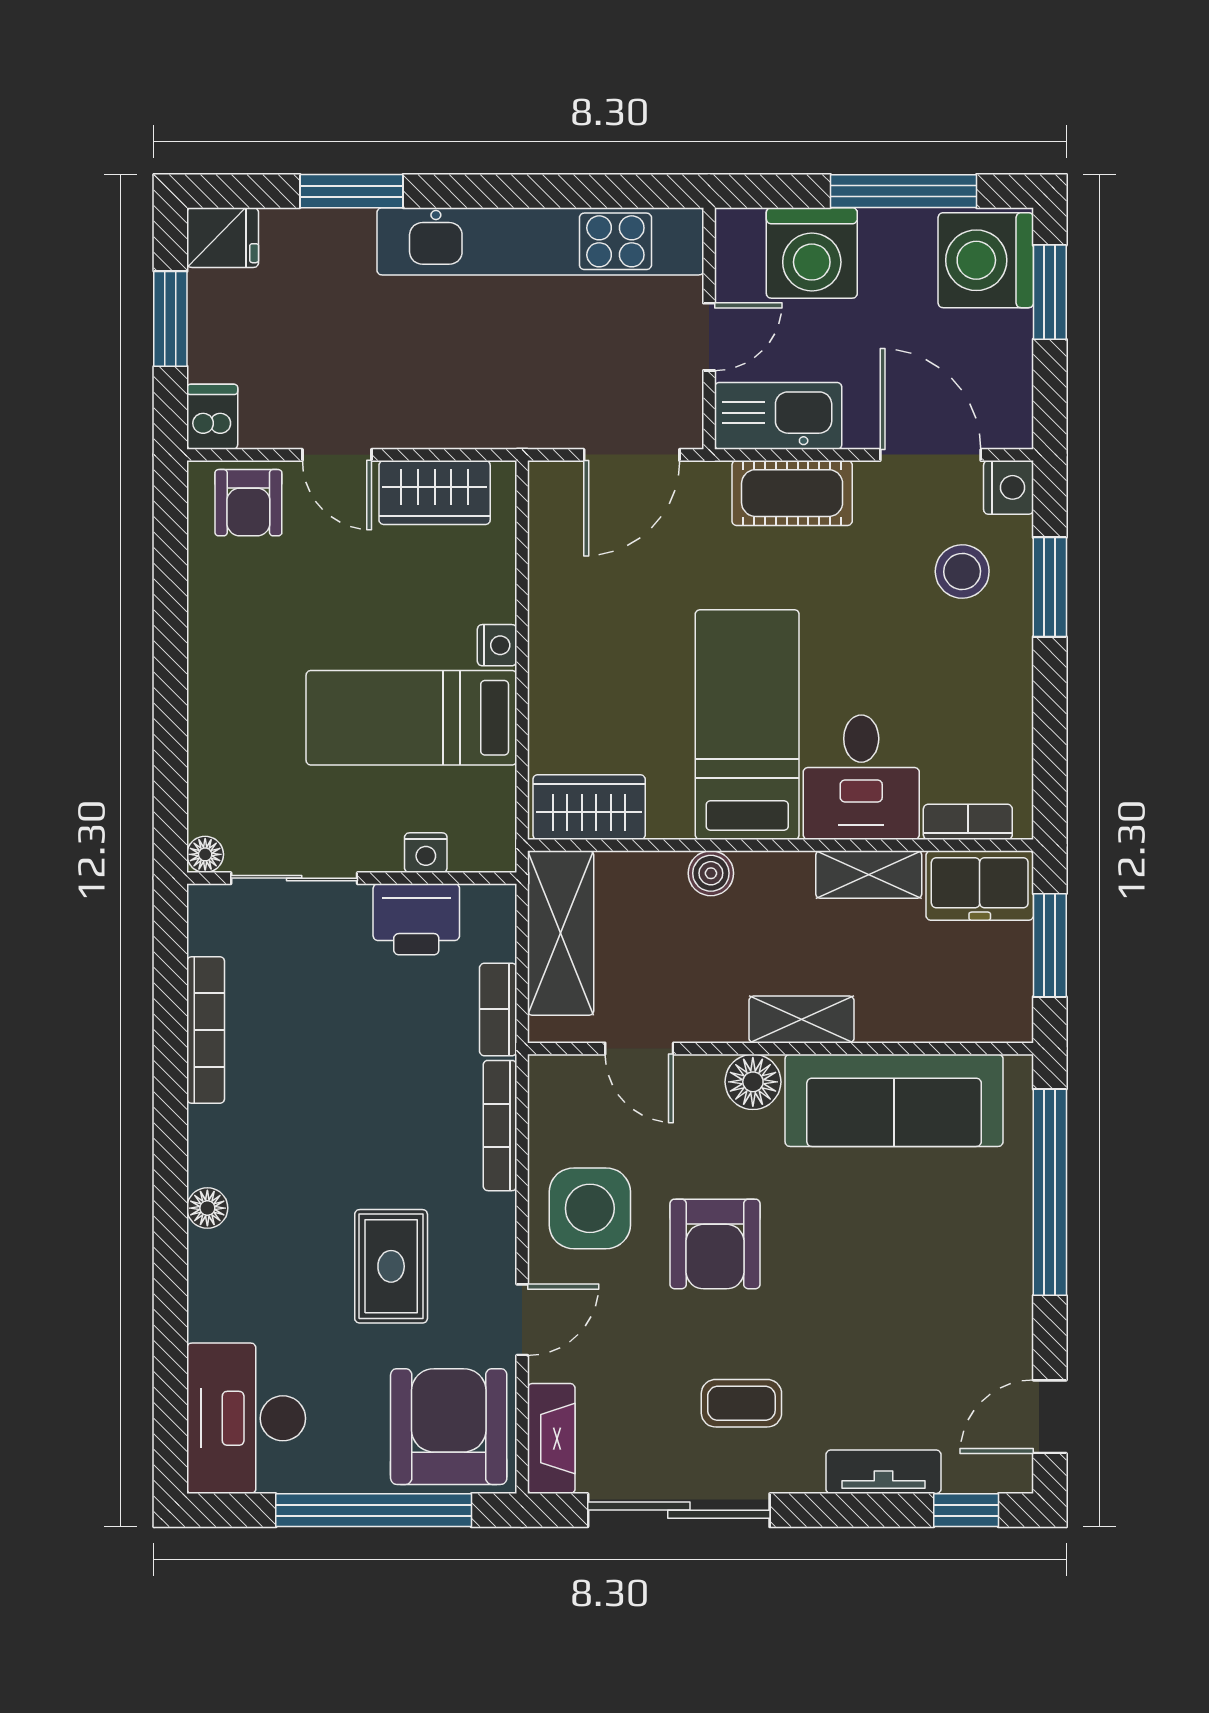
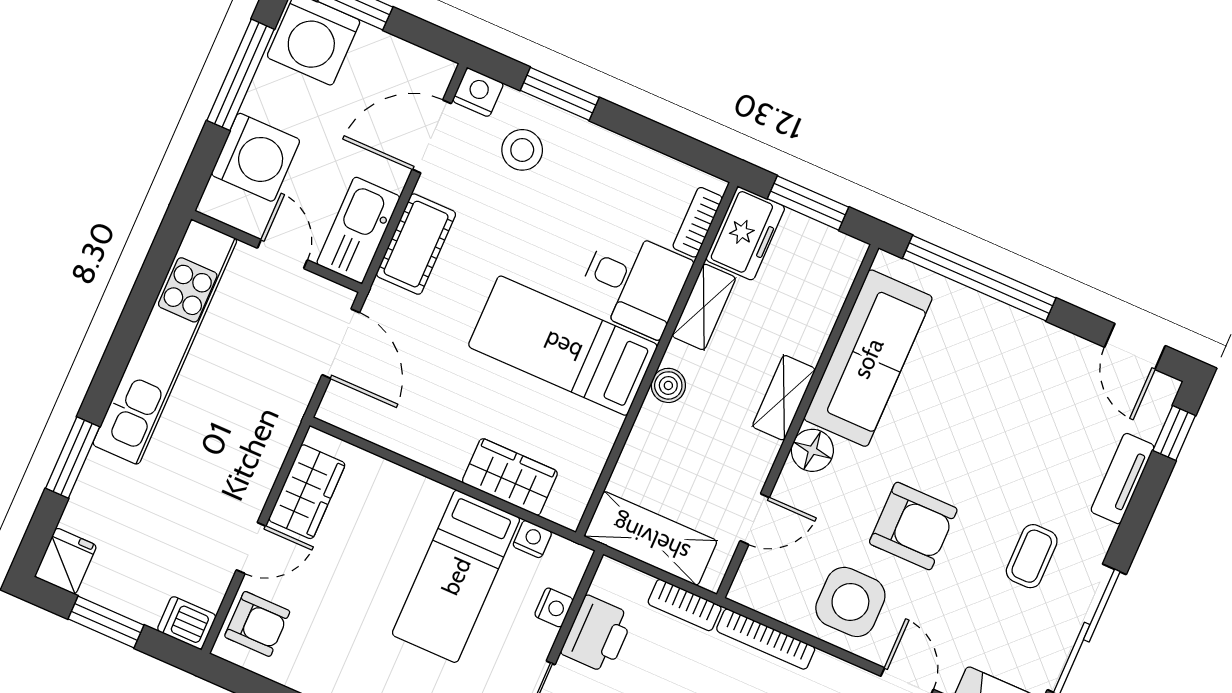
nightstand: (497, 645) -> (532, 539), moved
wardrobe: (589, 807) -> (510, 477), moved, turned 90
boiler: (711, 873) -> (668, 385), moved

